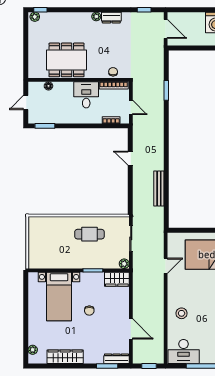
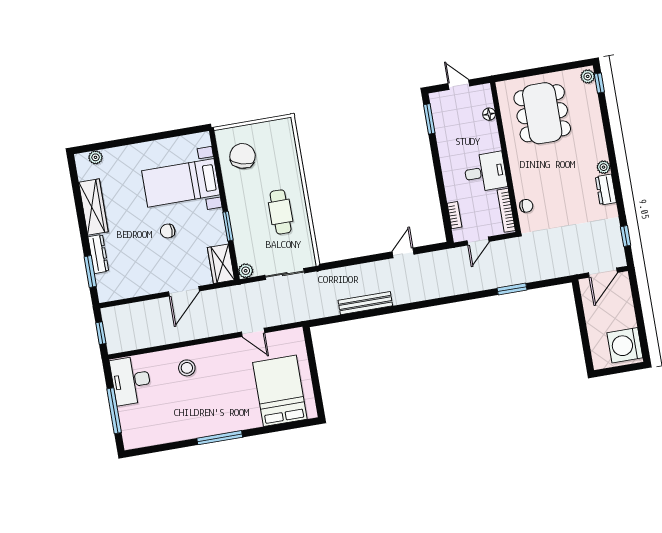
dining table: (67, 60) -> (542, 113), moved
chair: (48, 253) -> (242, 156), added
door: (131, 329) -> (184, 291), moved
dresser: (117, 359) -> (98, 254), moved

